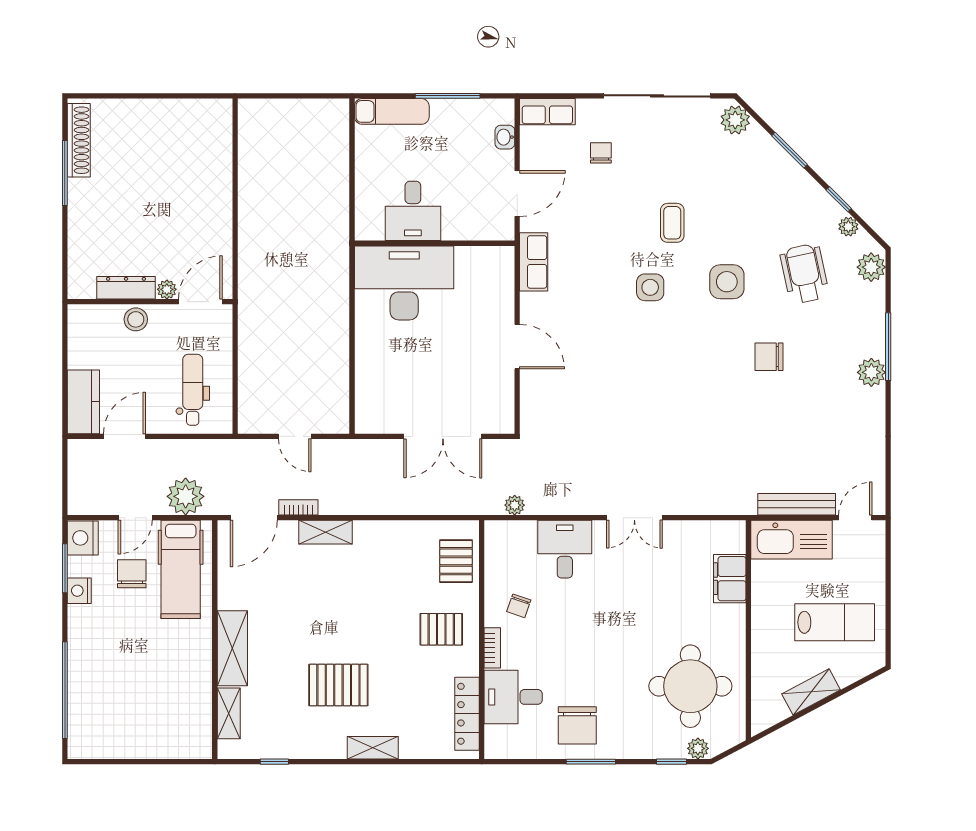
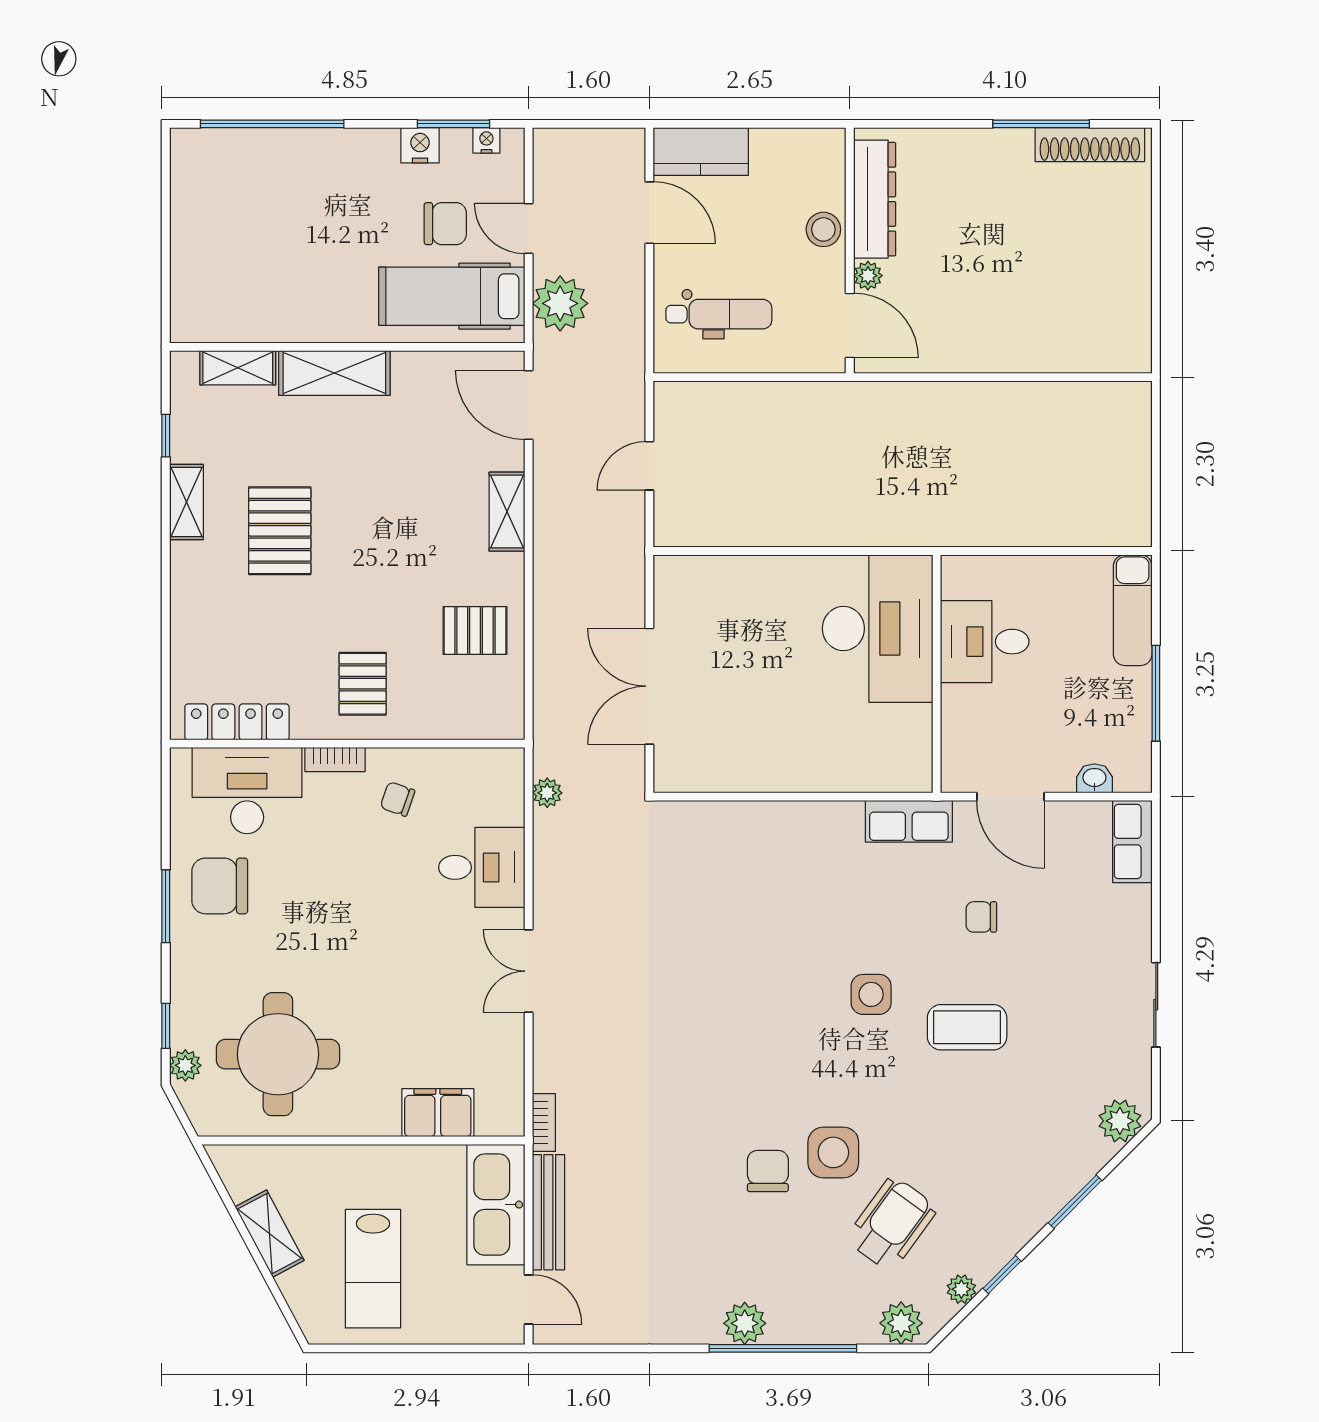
sliding door: (657, 96) -> (1156, 1005), width x0.54
chair: (601, 153) -> (981, 917), moved, turned 180
coffee table: (672, 223) -> (967, 1027), width x1.36, depth x1.30
wheelchair: (804, 274) -> (892, 1224), turned -42
side table: (727, 282) -> (833, 1152), moved
dresser: (126, 288) -> (875, 199), width x1.37, depth x1.24
door: (517, 347) -> (783, 797), removed
window: (888, 347) -> (783, 1348), width x1.46
bookcase: (298, 507) -> (544, 1123), moved
nightstand: (83, 538) -> (486, 140), width x0.53, depth x0.56
pallet: (456, 561) -> (475, 630), moved
desk: (513, 697) -> (247, 791), width x1.37
shelving: (373, 748) -> (186, 502), moved

